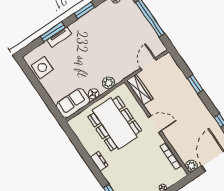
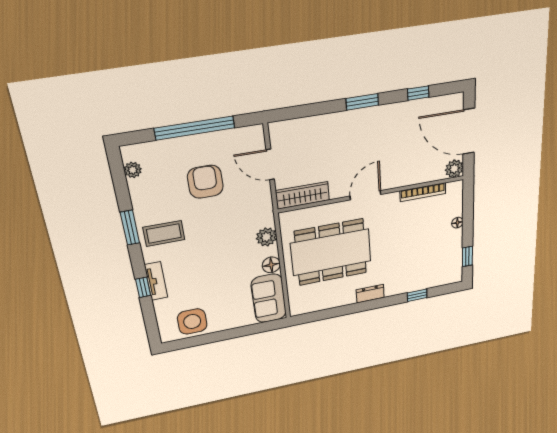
coffee table: (88, 29) -> (164, 233), added
window: (53, 32) -> (143, 287), width x0.46
armchair: (125, 36) -> (205, 182), added
window: (195, 84) -> (362, 102), moved

